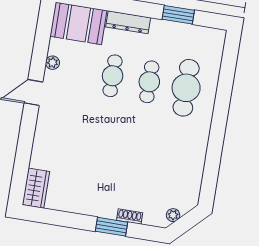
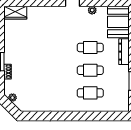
cafe table: (186, 88) -> (90, 93), width x0.73, depth x0.74

